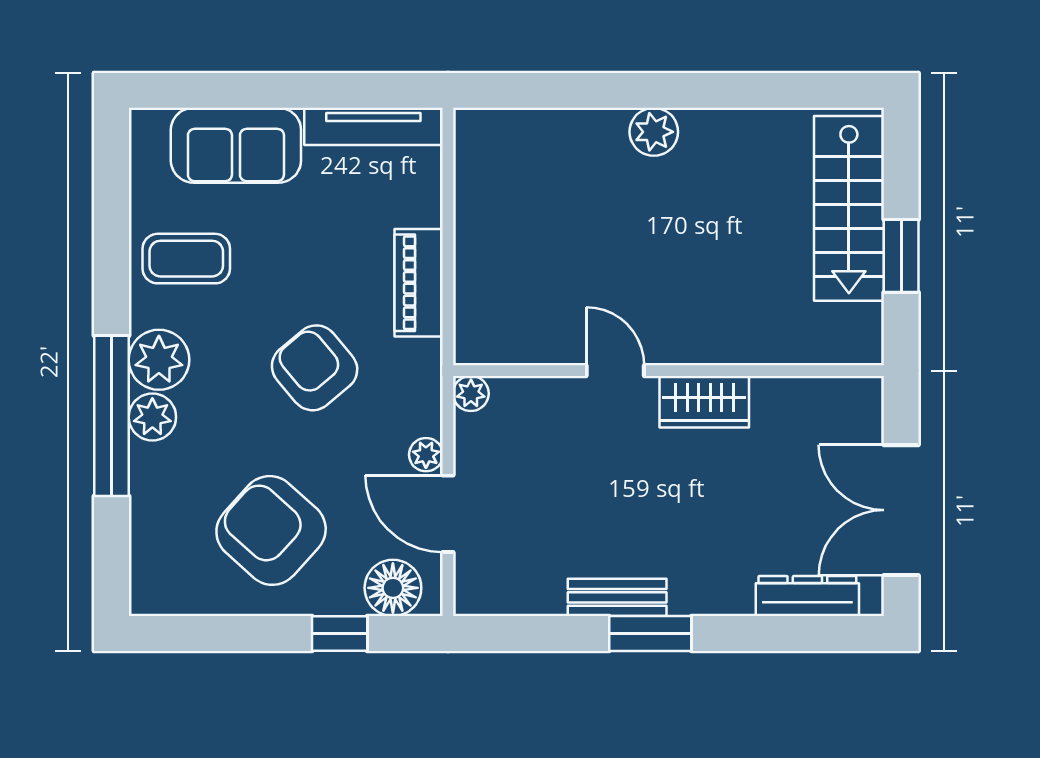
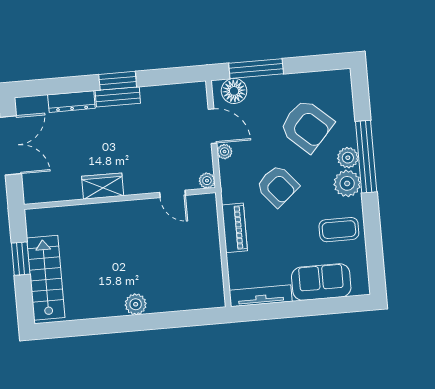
door: (615, 371) -> (173, 194), moved
armchair: (271, 530) -> (307, 126), moved
dresser: (807, 596) -> (71, 102), moved
bench: (617, 597) -> (118, 97), moved
window: (340, 633) -> (256, 69), width x2.17

